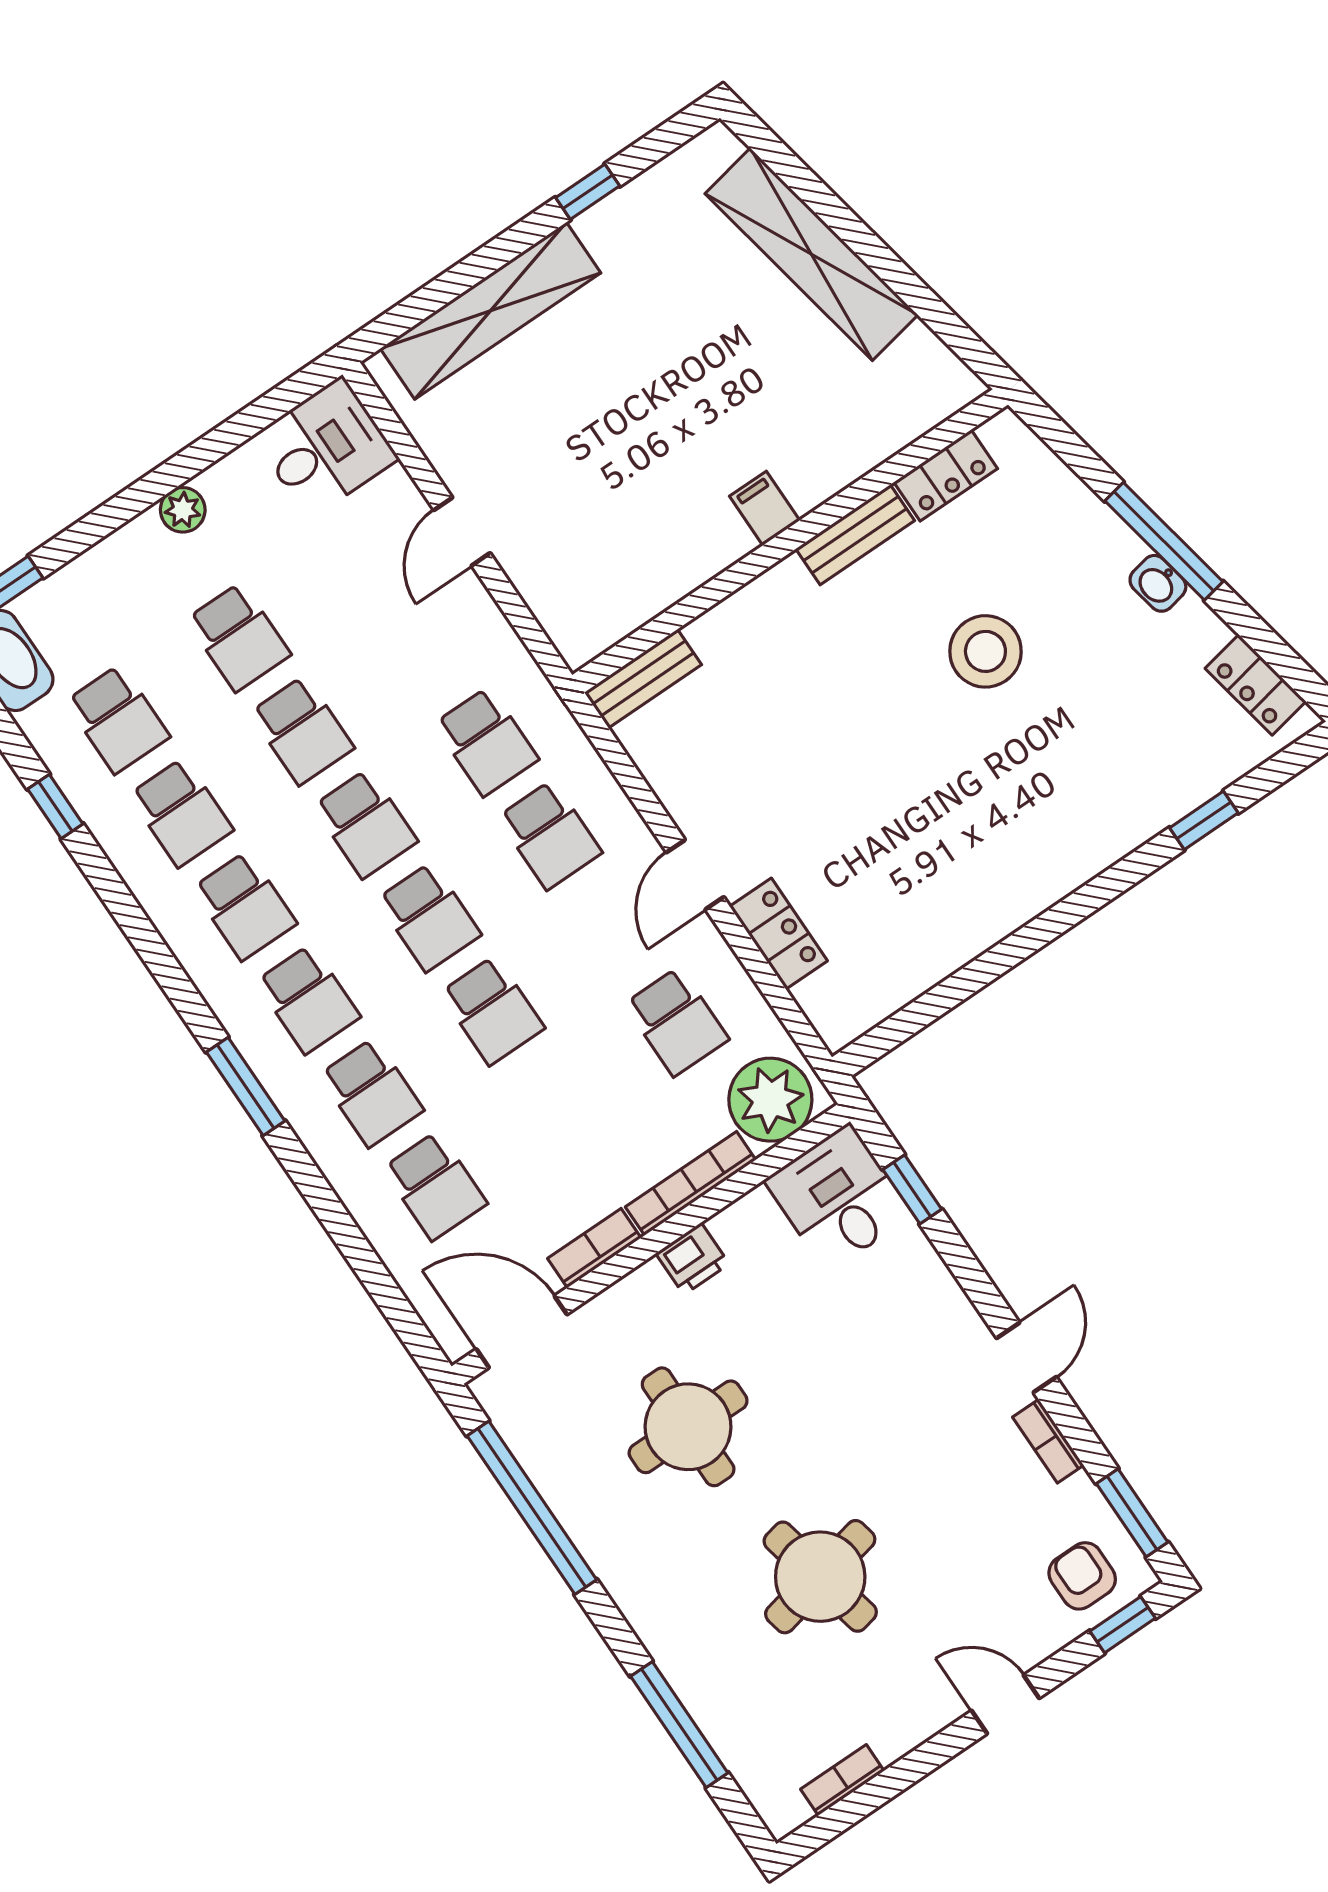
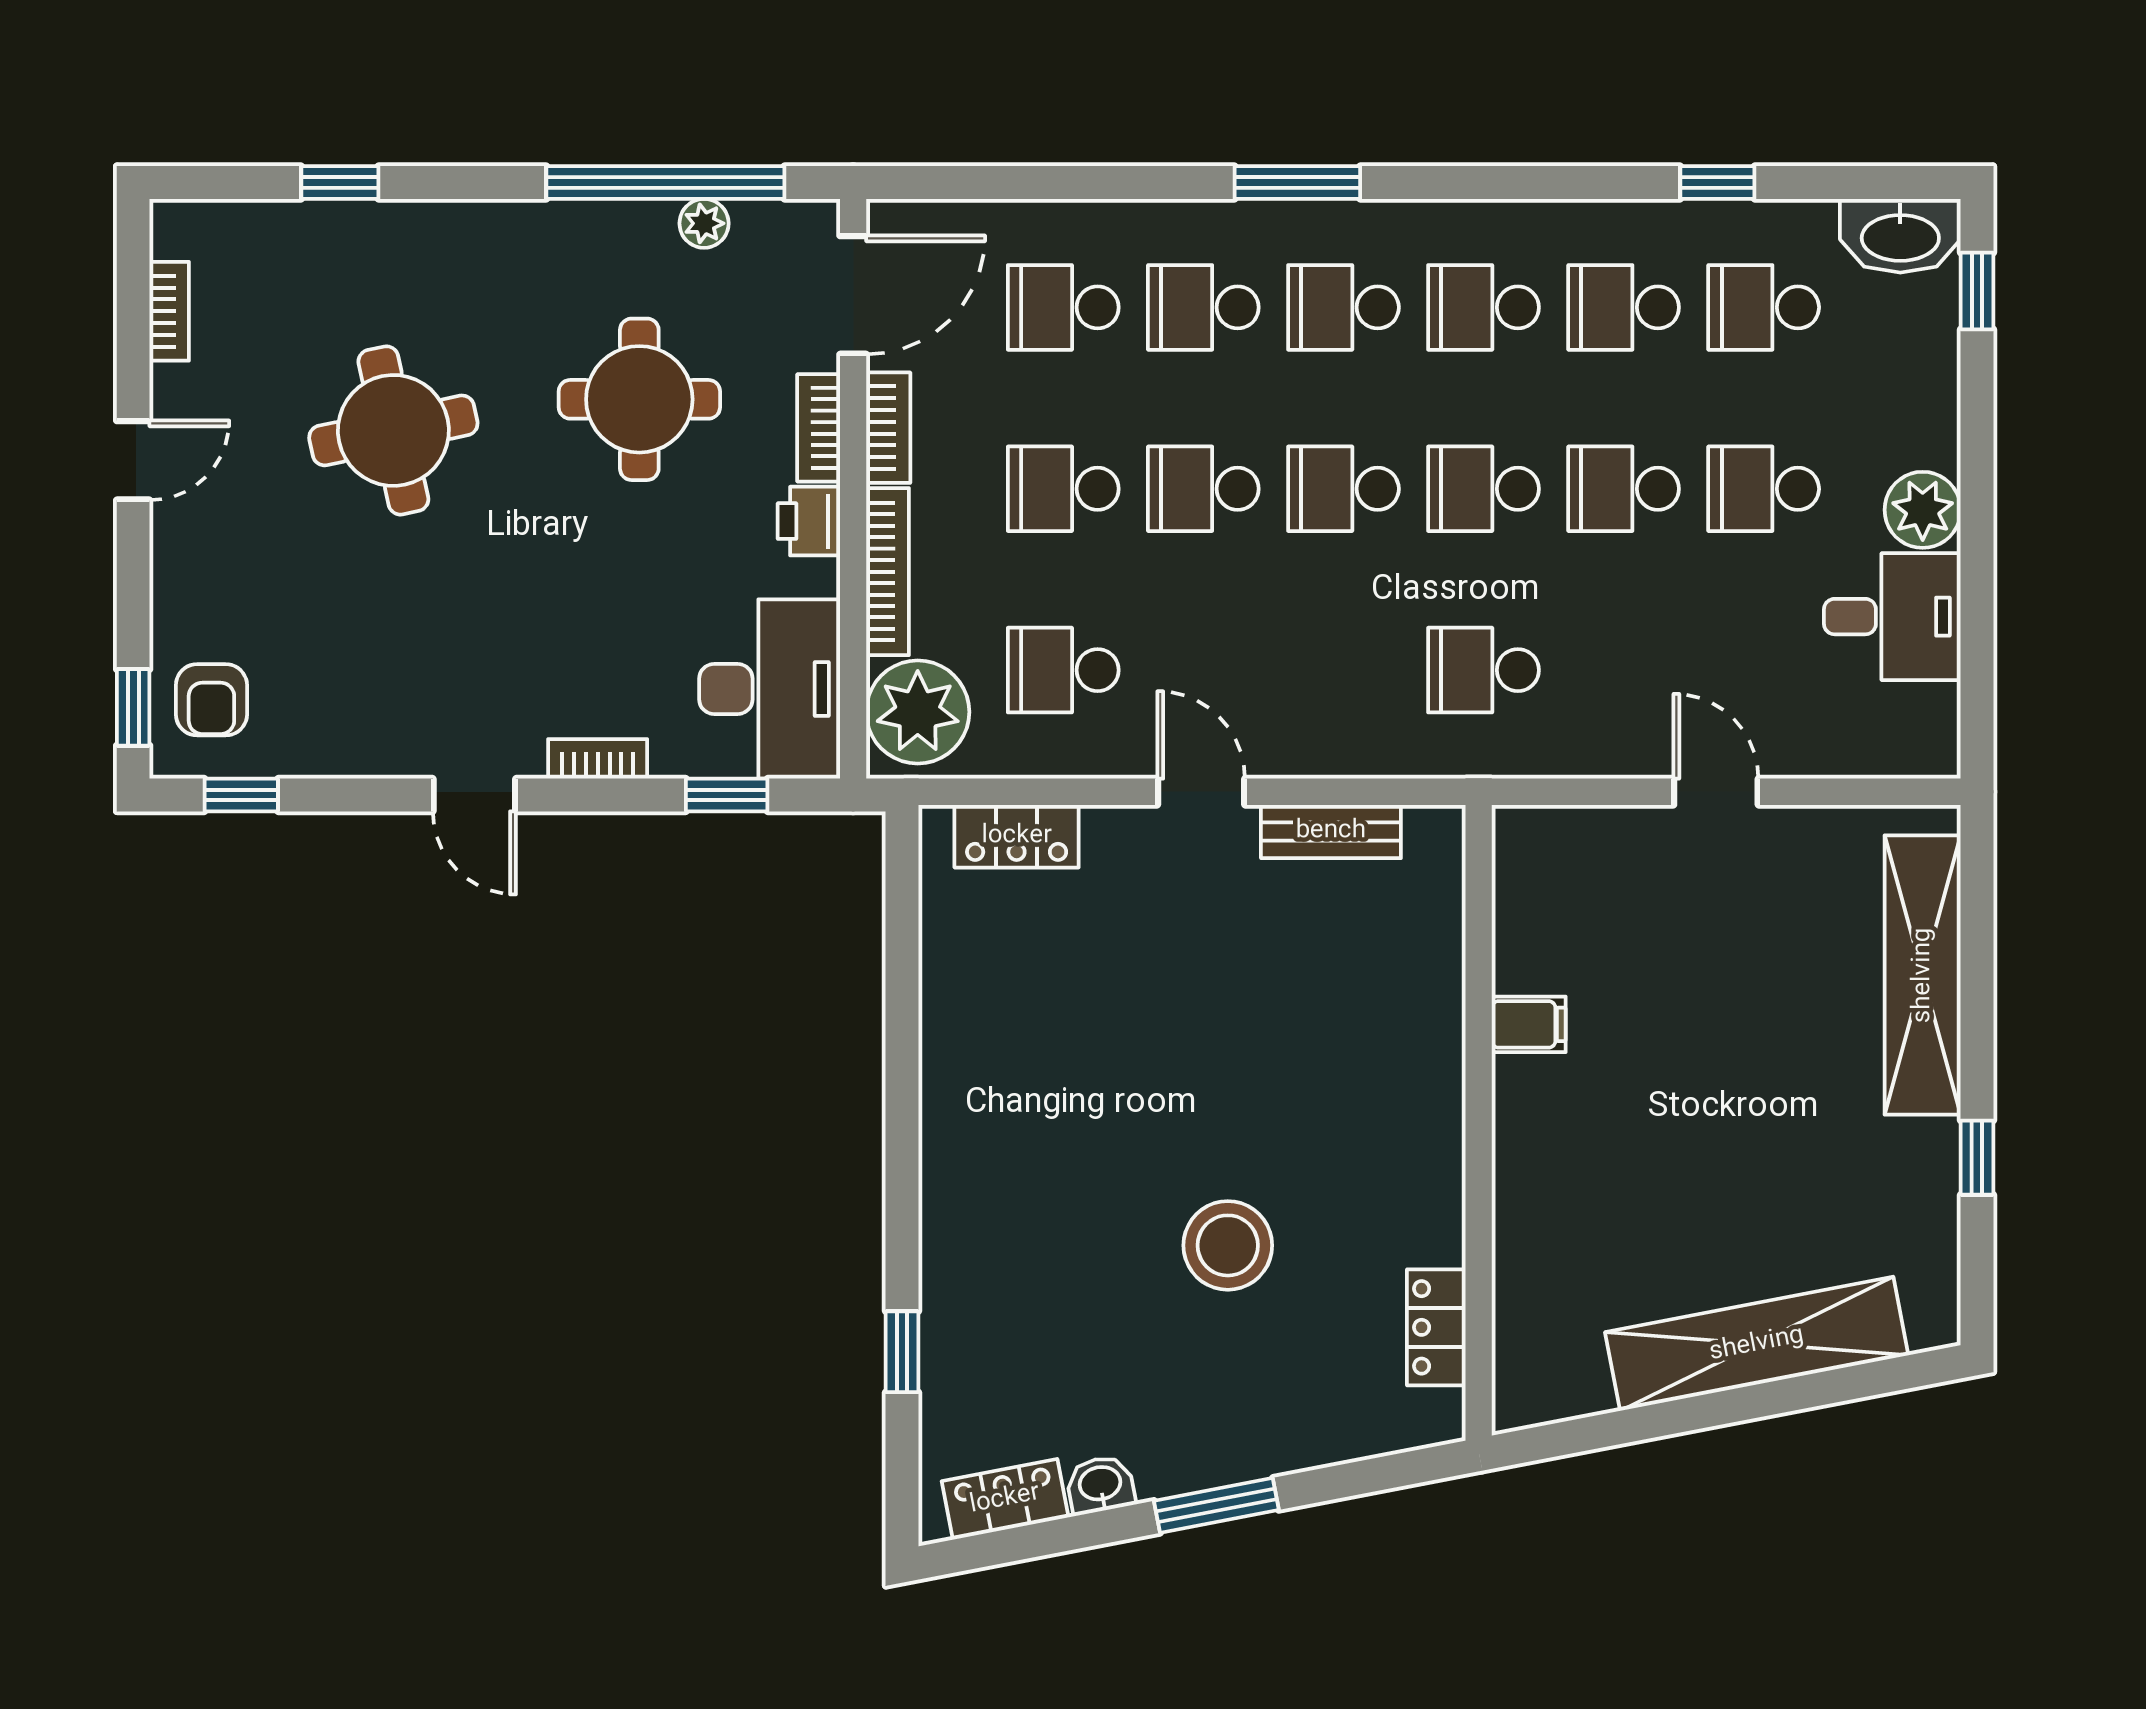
desk: (326, 448) -> (1892, 617), moved, turned -90
filing cabinet: (765, 508) -> (1529, 1024), moved
plant: (183, 510) -> (1923, 510), width x1.38, depth x1.38
bench: (855, 535) -> (1438, 1193), removed
window: (1164, 541) -> (1216, 1505), width x0.69
washbasin: (1158, 583) -> (1100, 1485), moved
bench: (643, 679) -> (1331, 831), moved, turned 90
school desk: (550, 835) -> (1063, 489), moved
locker: (779, 934) -> (1017, 836), moved
desk: (838, 1198) -> (770, 689), width x1.37
bookcase: (626, 1294) -> (819, 428), added
bookcase: (1048, 1441) -> (598, 759), moved
plant: (542, 1463) -> (704, 223), added
window: (1132, 1513) -> (241, 795), width x0.67
armchair: (1082, 1576) -> (211, 700), turned 90
door: (1005, 1704) -> (133, 460), moved
window: (679, 1725) -> (340, 183), width x0.46

